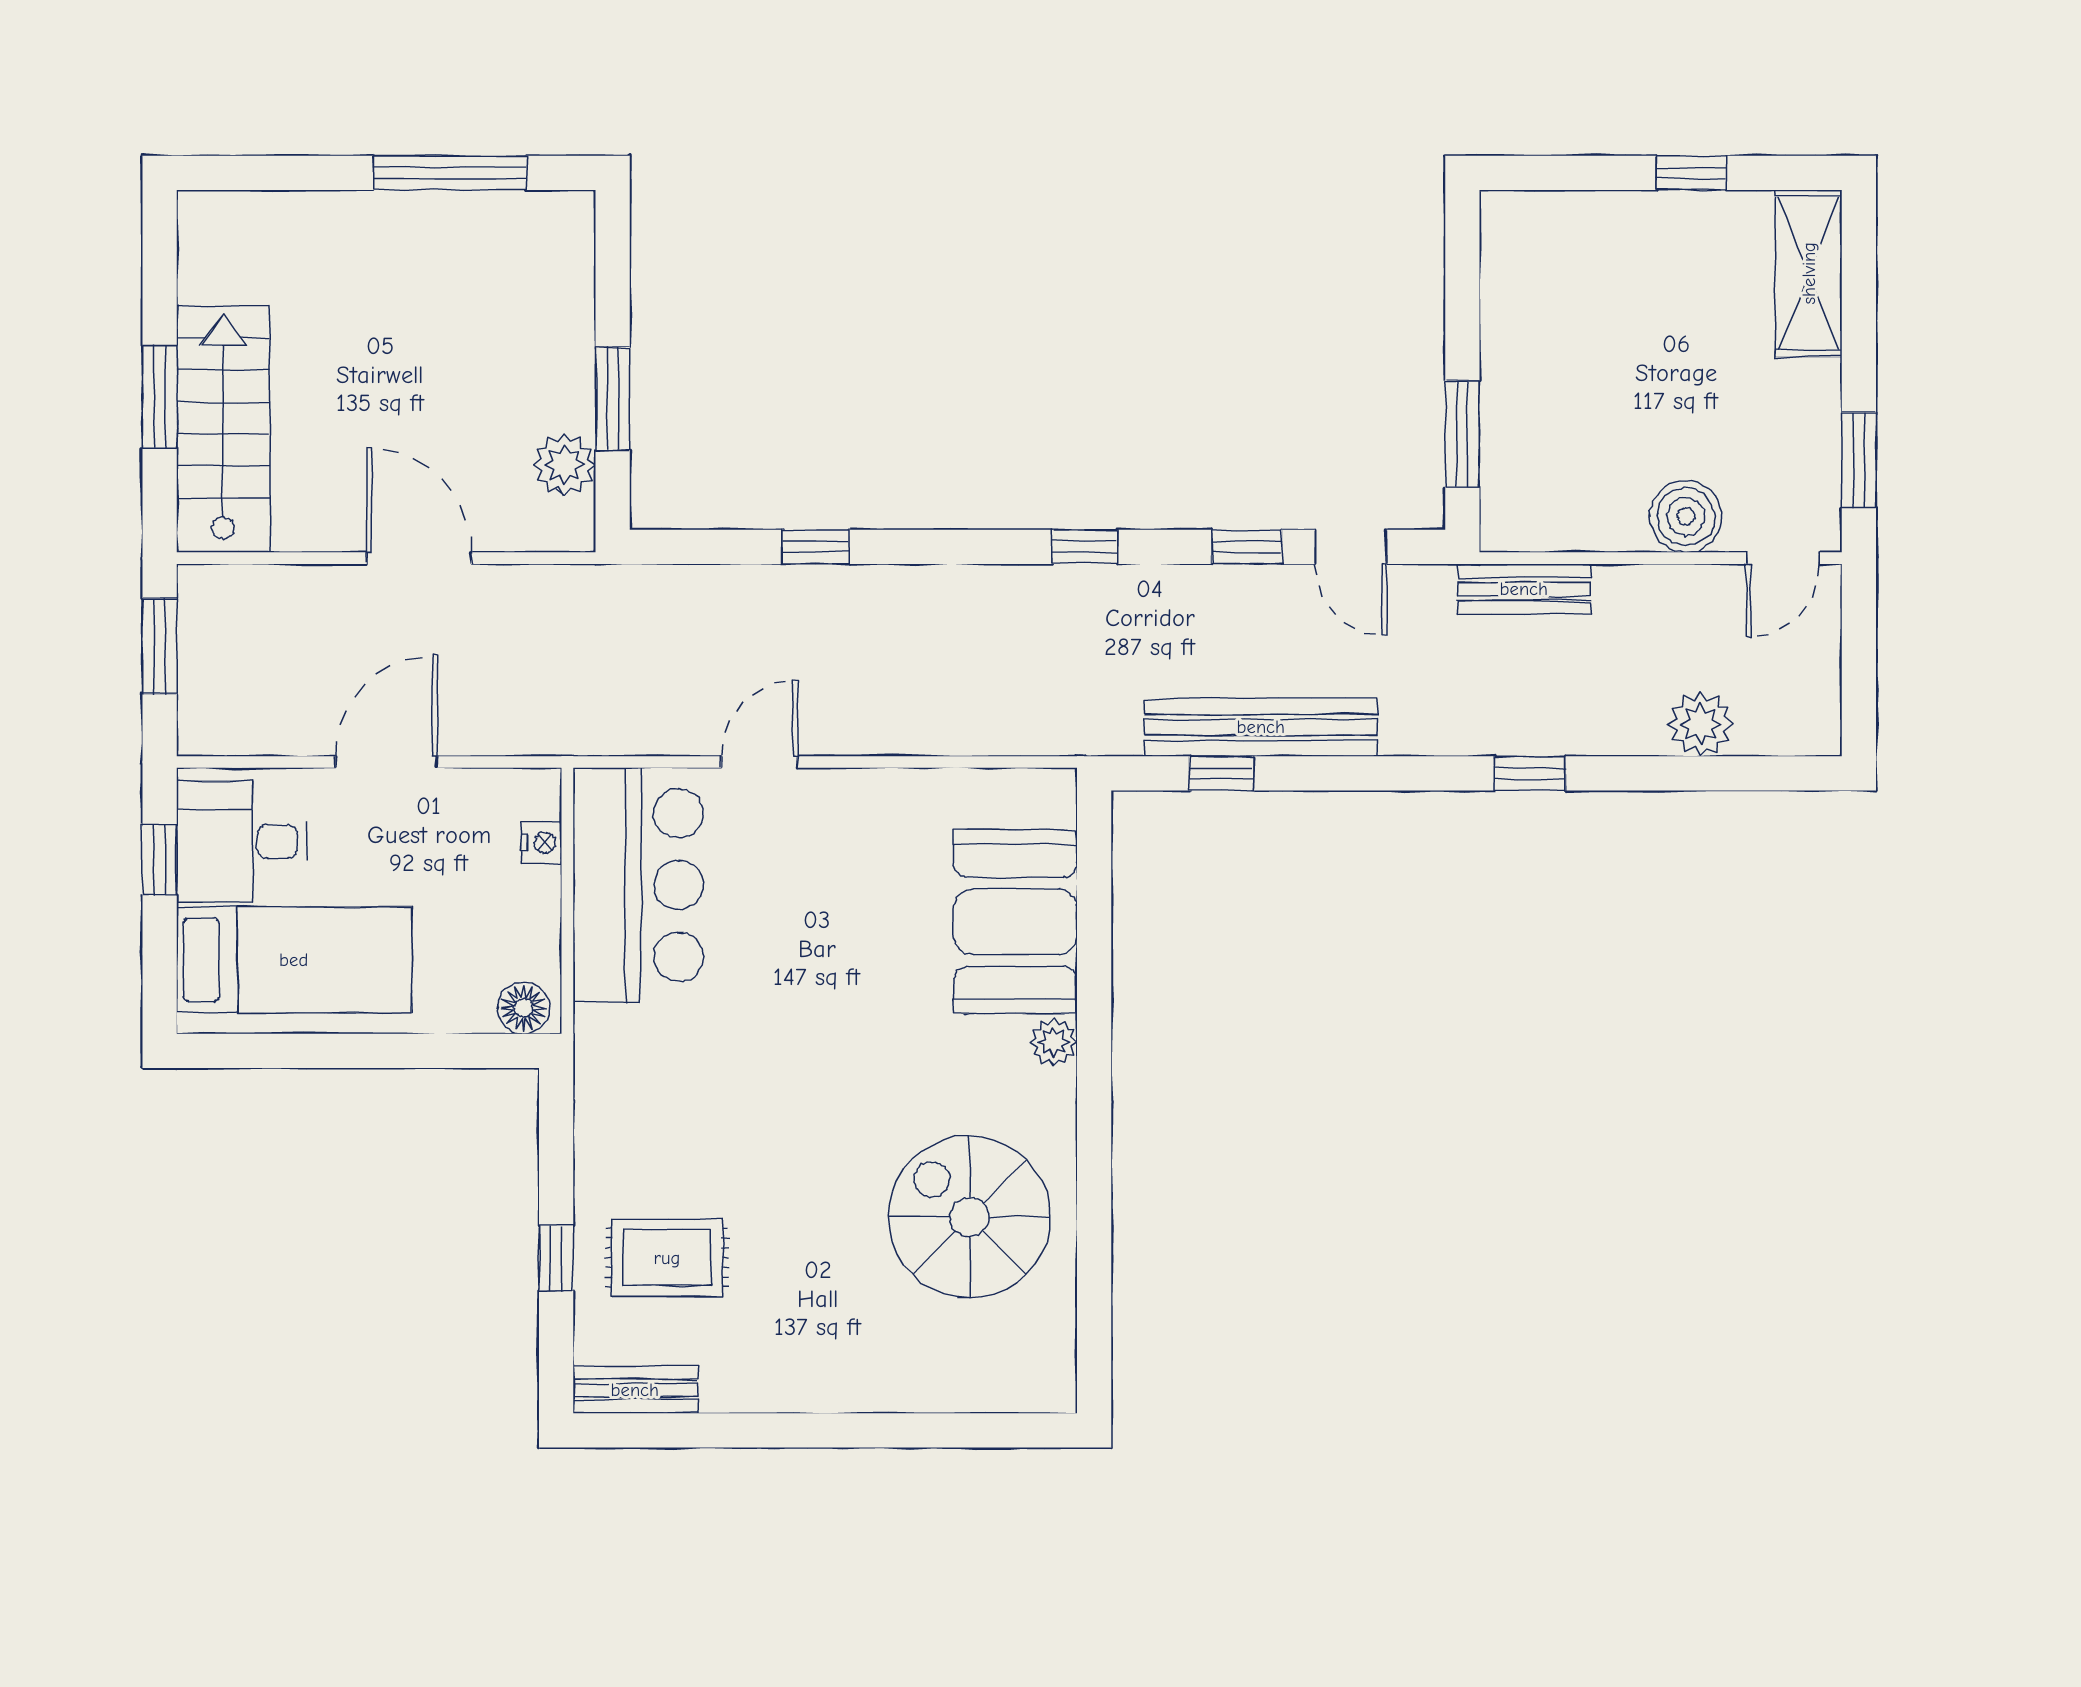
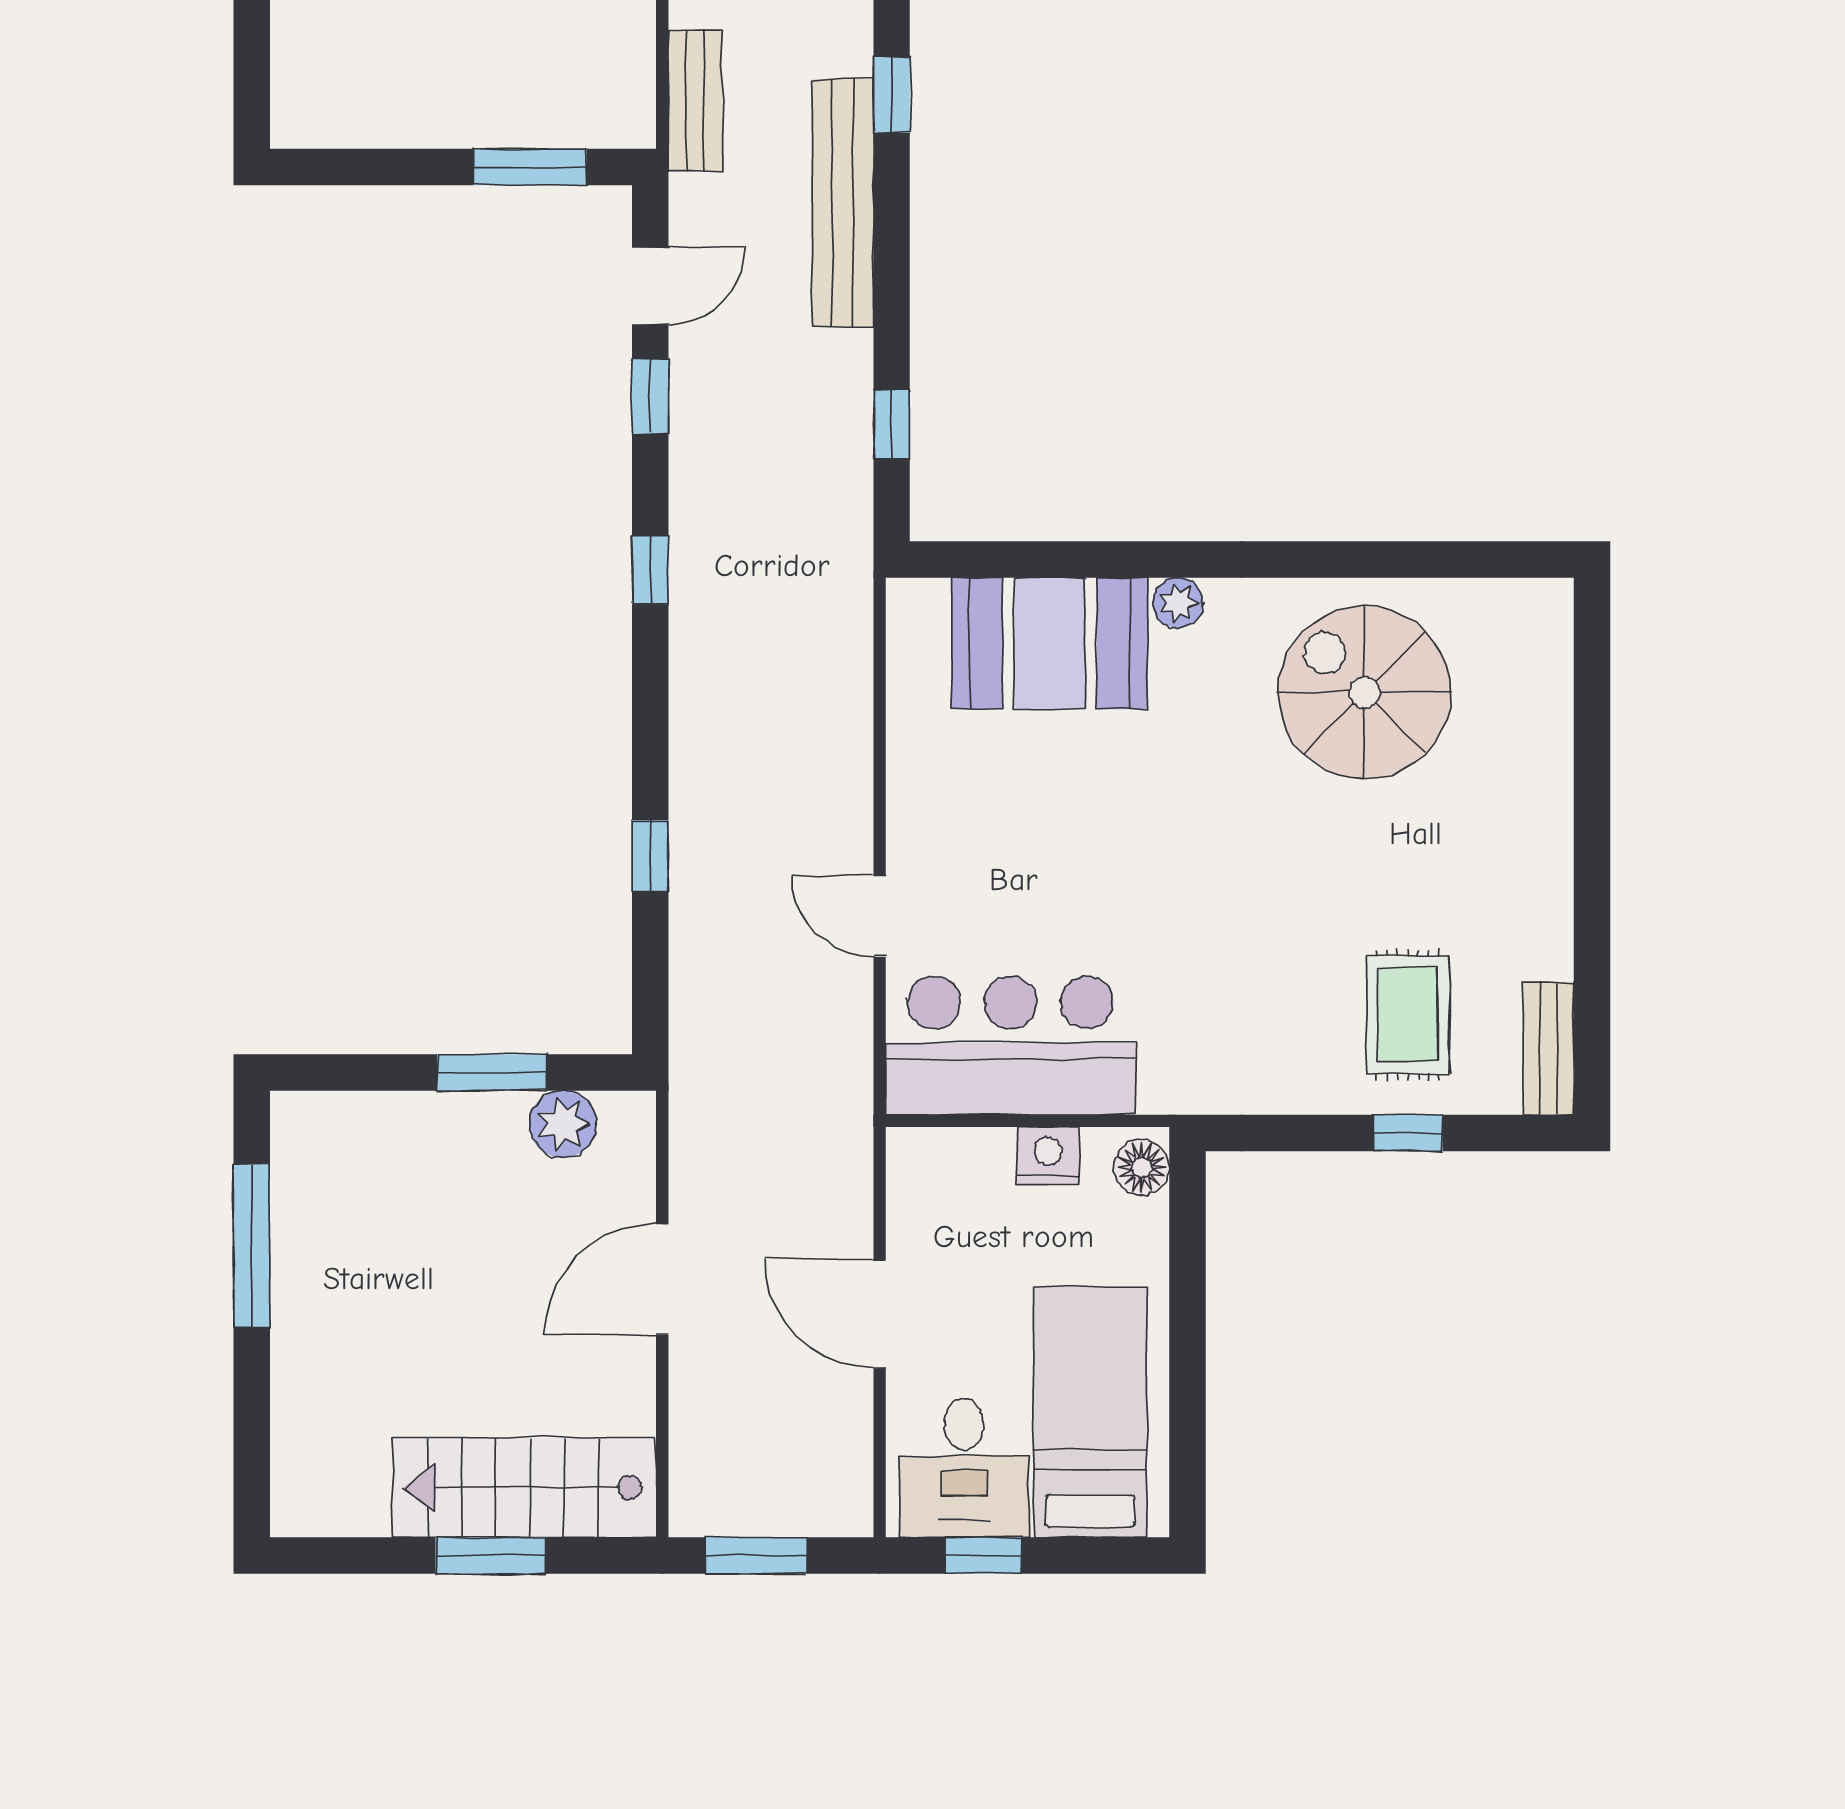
bench: (1261, 727) -> (843, 203), moved
nightstand: (542, 843) -> (1048, 1156), moved, width x1.39, depth x1.35
spiral stairs: (969, 1217) -> (1364, 692), turned 90

